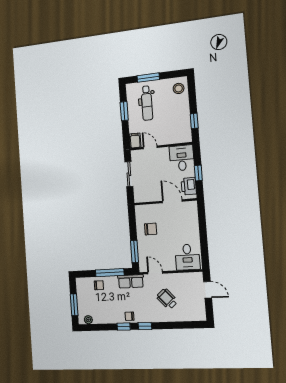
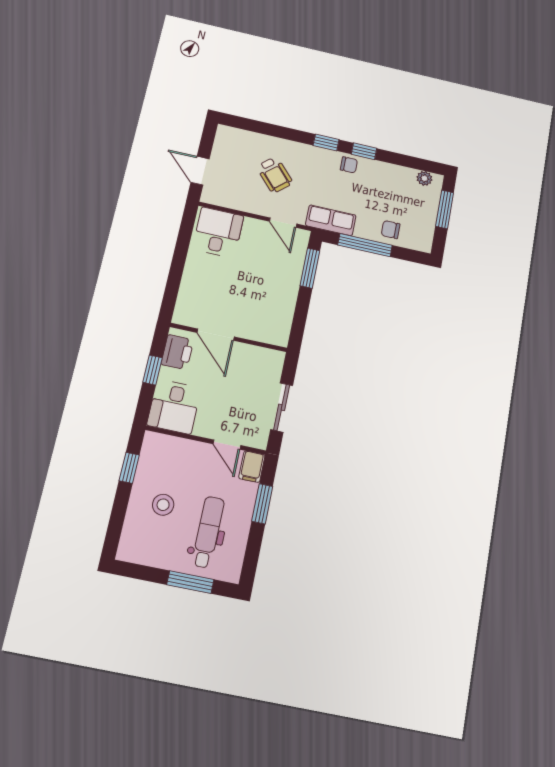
stool: (179, 88) -> (163, 505), moved
window: (124, 111) -> (262, 504), moved
chair: (151, 229) -> (269, 298), removed

